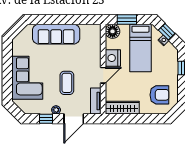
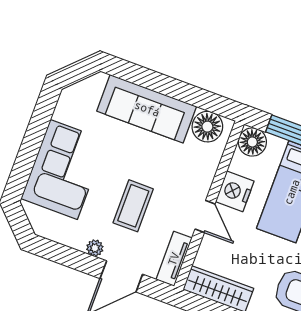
floor lamp: (88, 32) -> (207, 127), added
door: (103, 75) -> (205, 216), hinge flipped
window: (46, 119) -> (70, 258), removed

